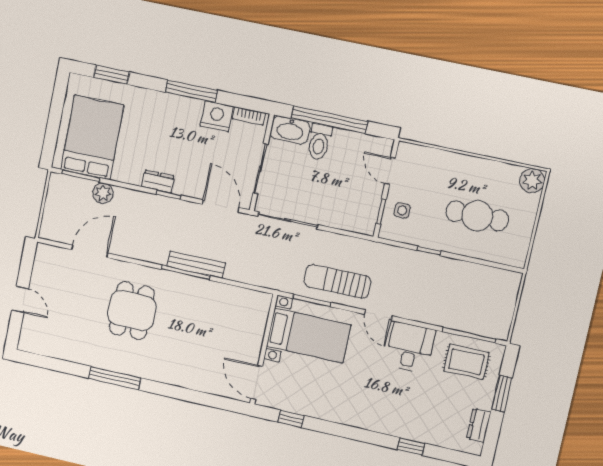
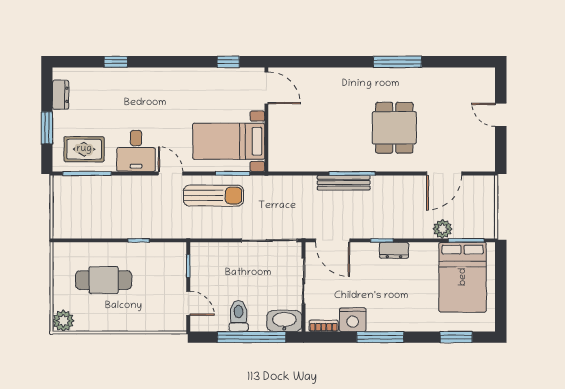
toilet: (319, 142) -> (239, 316), moved
side table: (402, 210) -> (170, 271), removed

